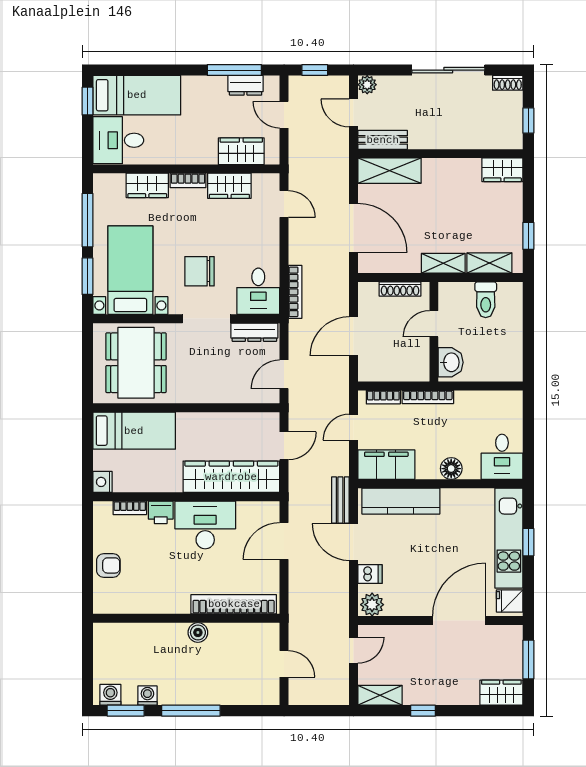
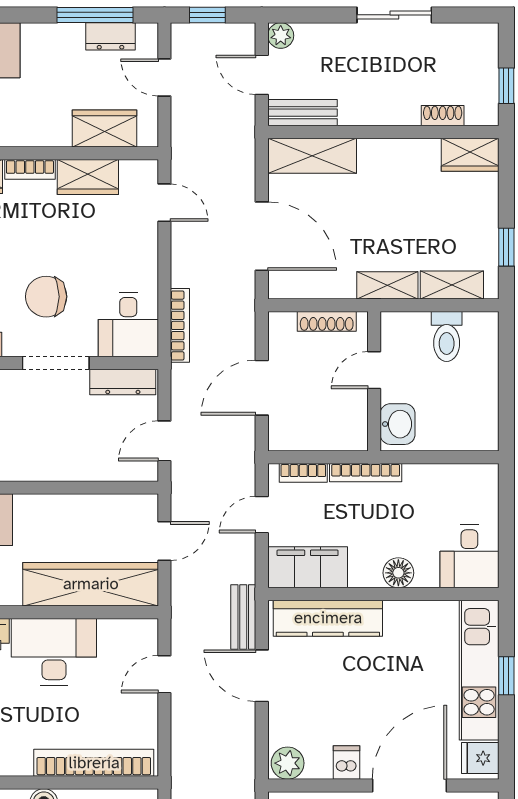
sliding door: (448, 70) -> (394, 15), width x0.73
shoe rack: (508, 83) -> (443, 116), moved, turned 180
door: (284, 541) -> (164, 674), width x0.73
dishwasher: (370, 574) -> (346, 762), moved, turned -90

